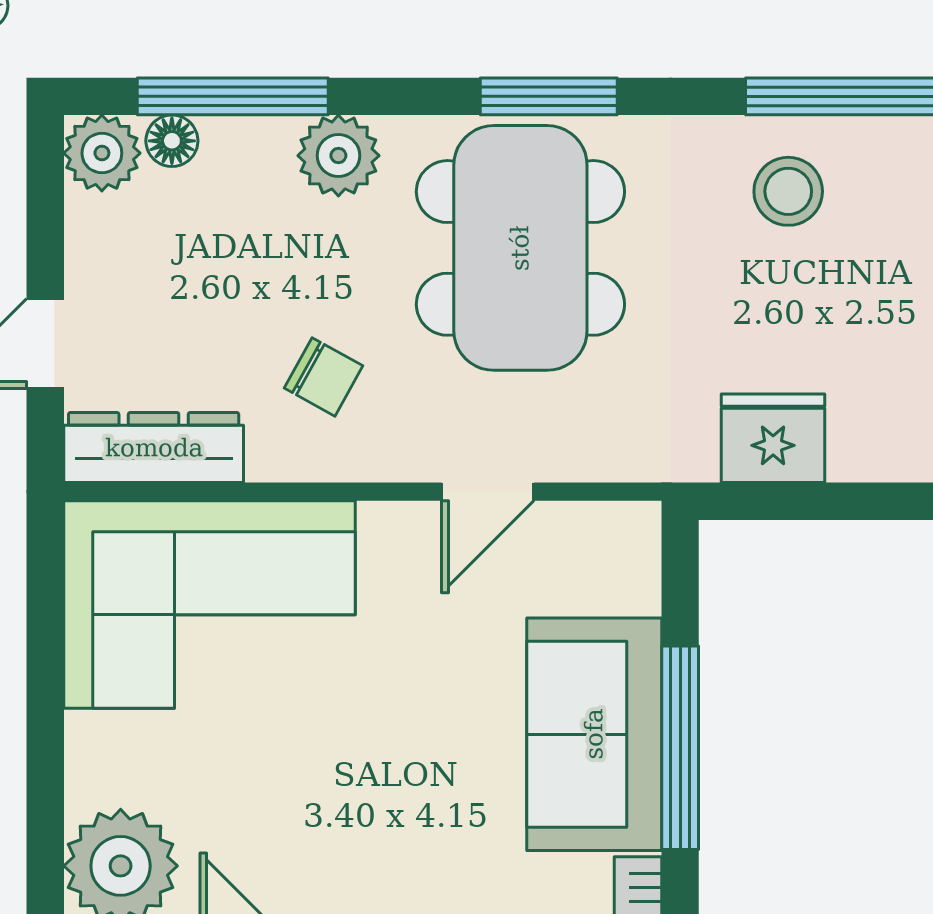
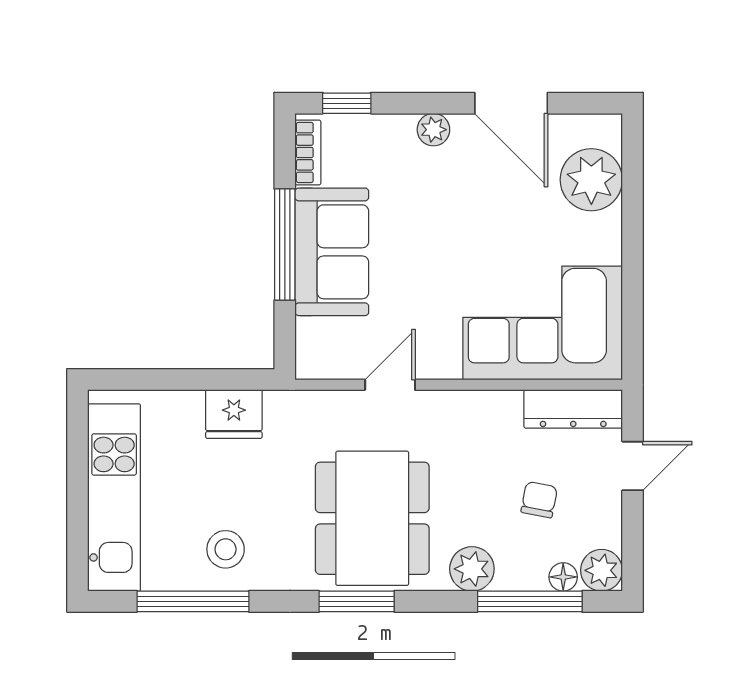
chair: (324, 377) -> (539, 500), moved, turned 72

